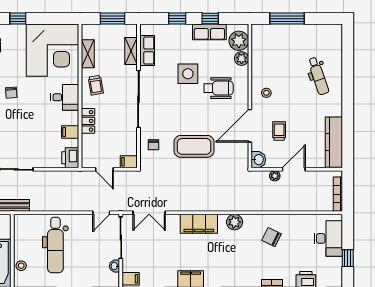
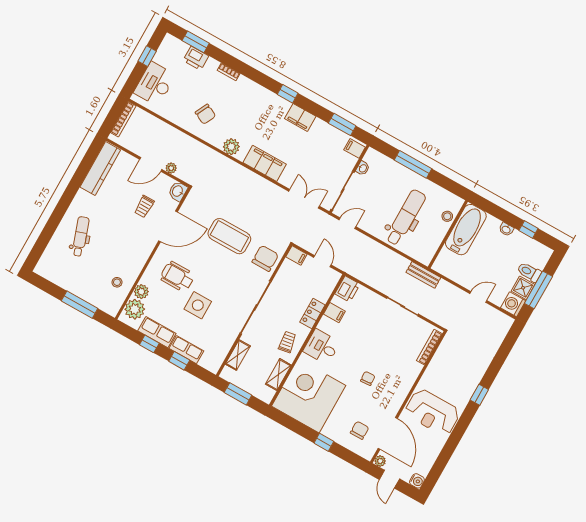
row of seats: (147, 50) -> (186, 350), moved, turned 90
stool: (266, 93) -> (117, 282), moved
chair: (154, 145) -> (265, 258), width x1.87, depth x1.87

